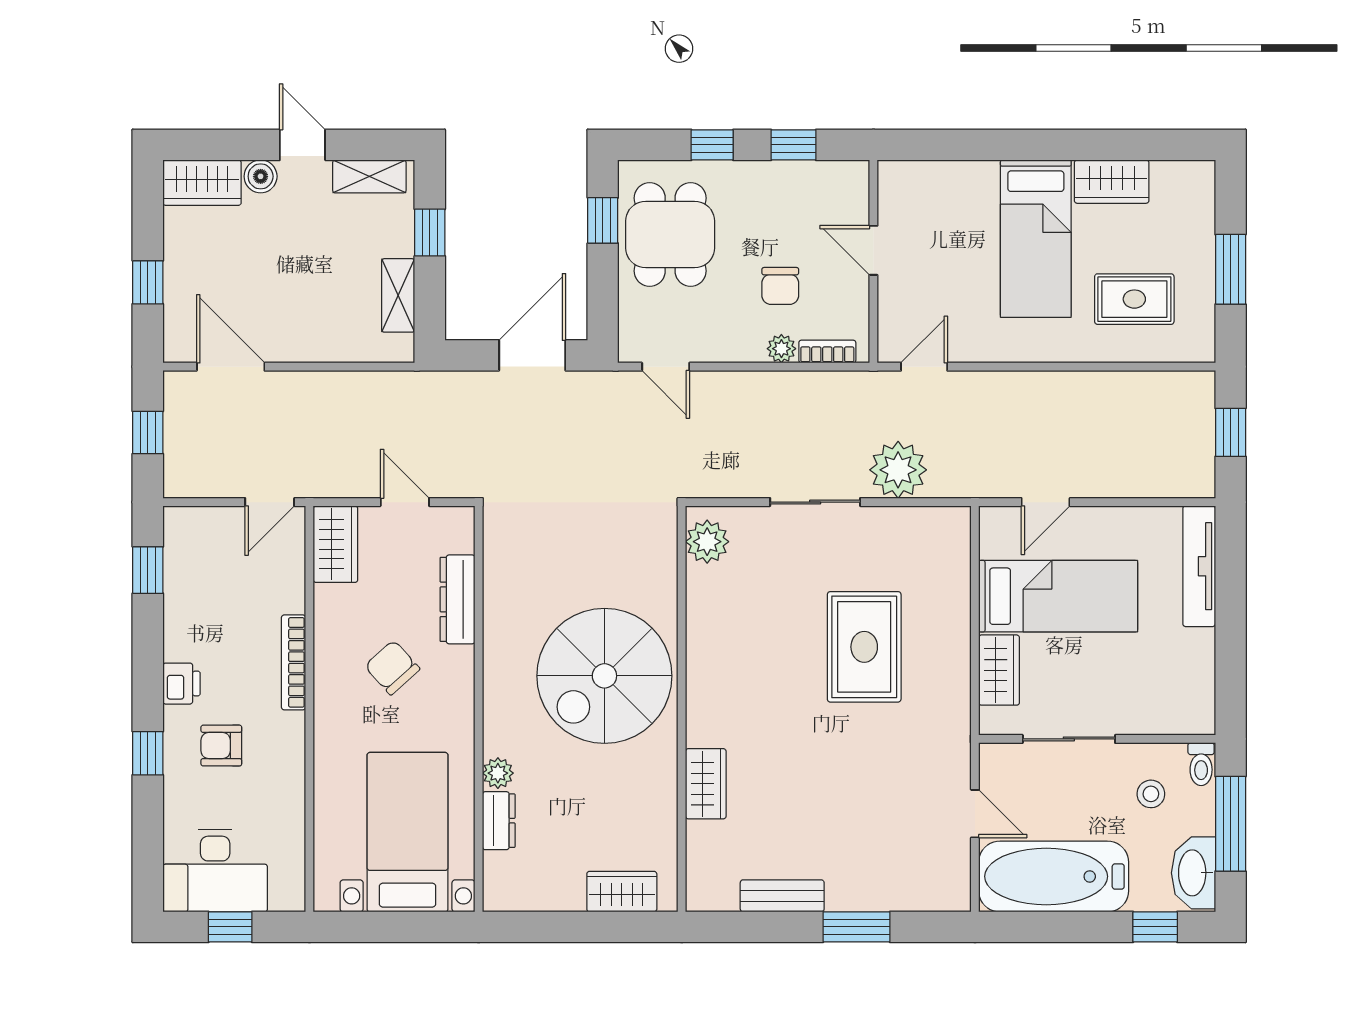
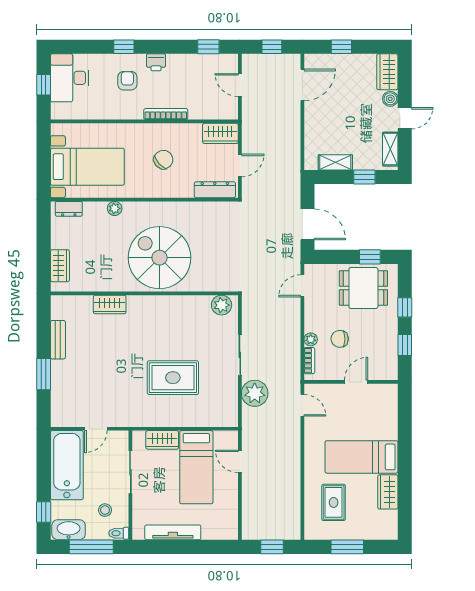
door: (270, 502) -> (240, 85), moved
tv unit: (1199, 566) -> (173, 532), moved
dresser: (457, 599) -> (215, 190), moved
dresser: (499, 821) -> (69, 209), moved

